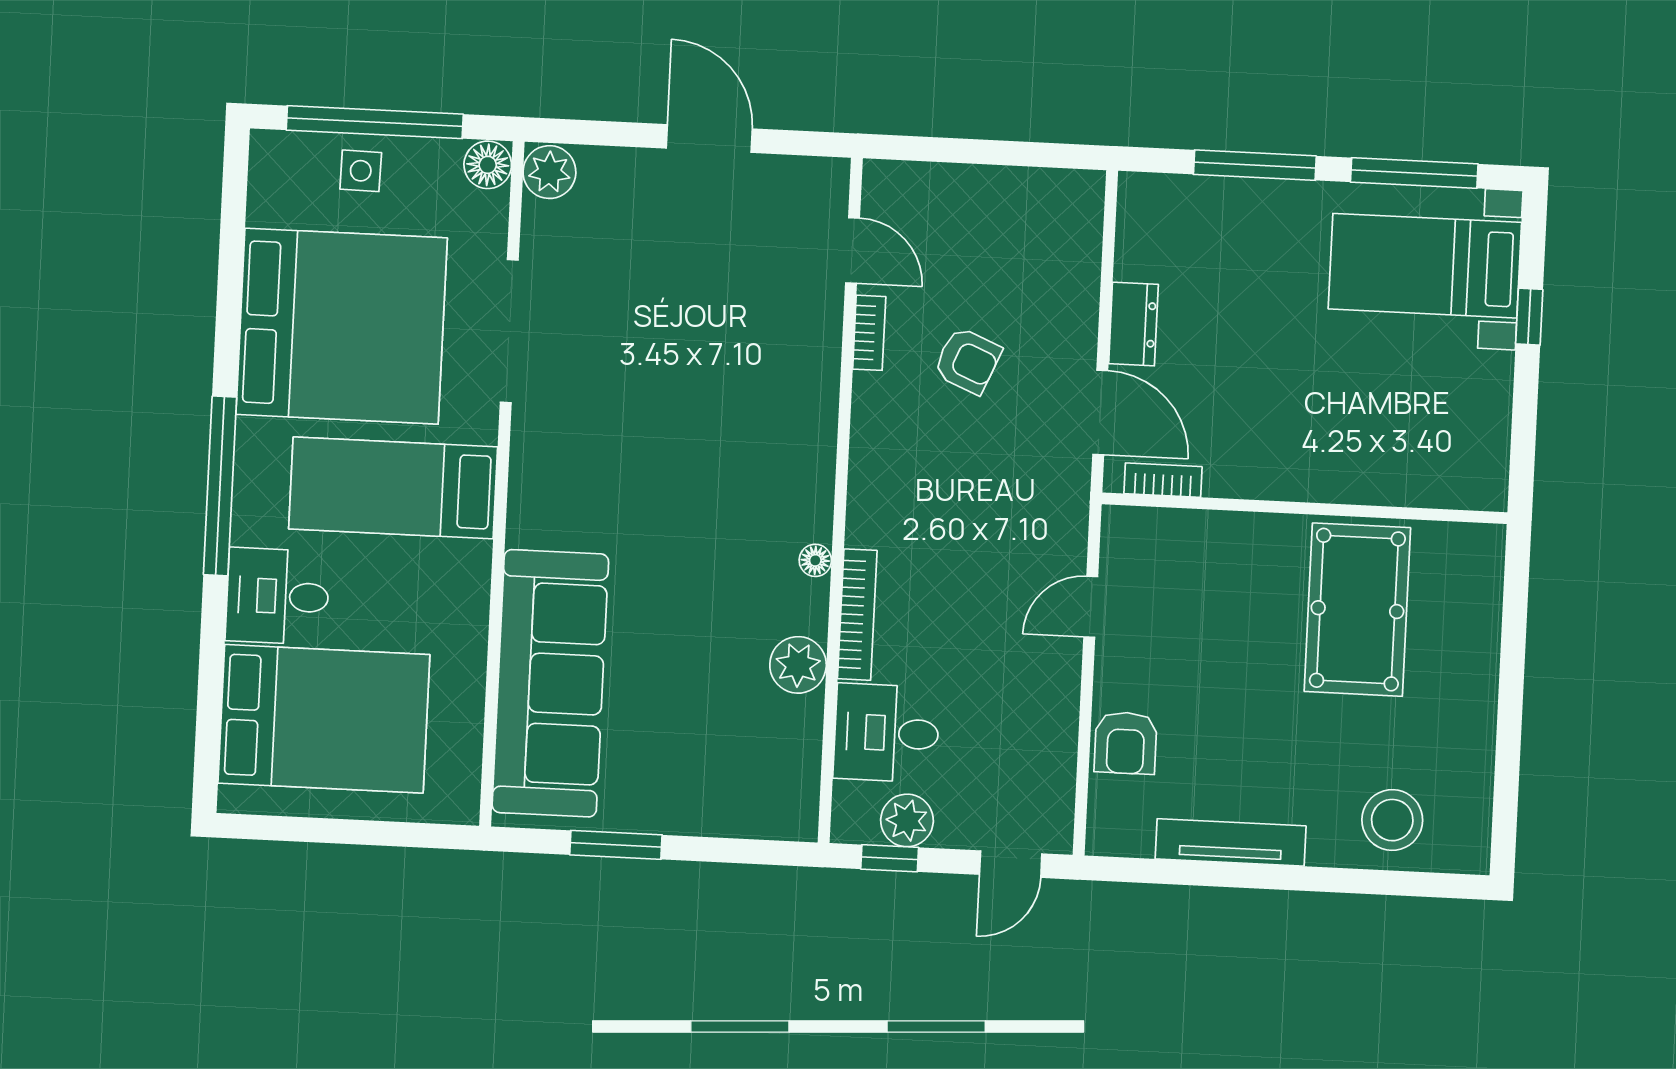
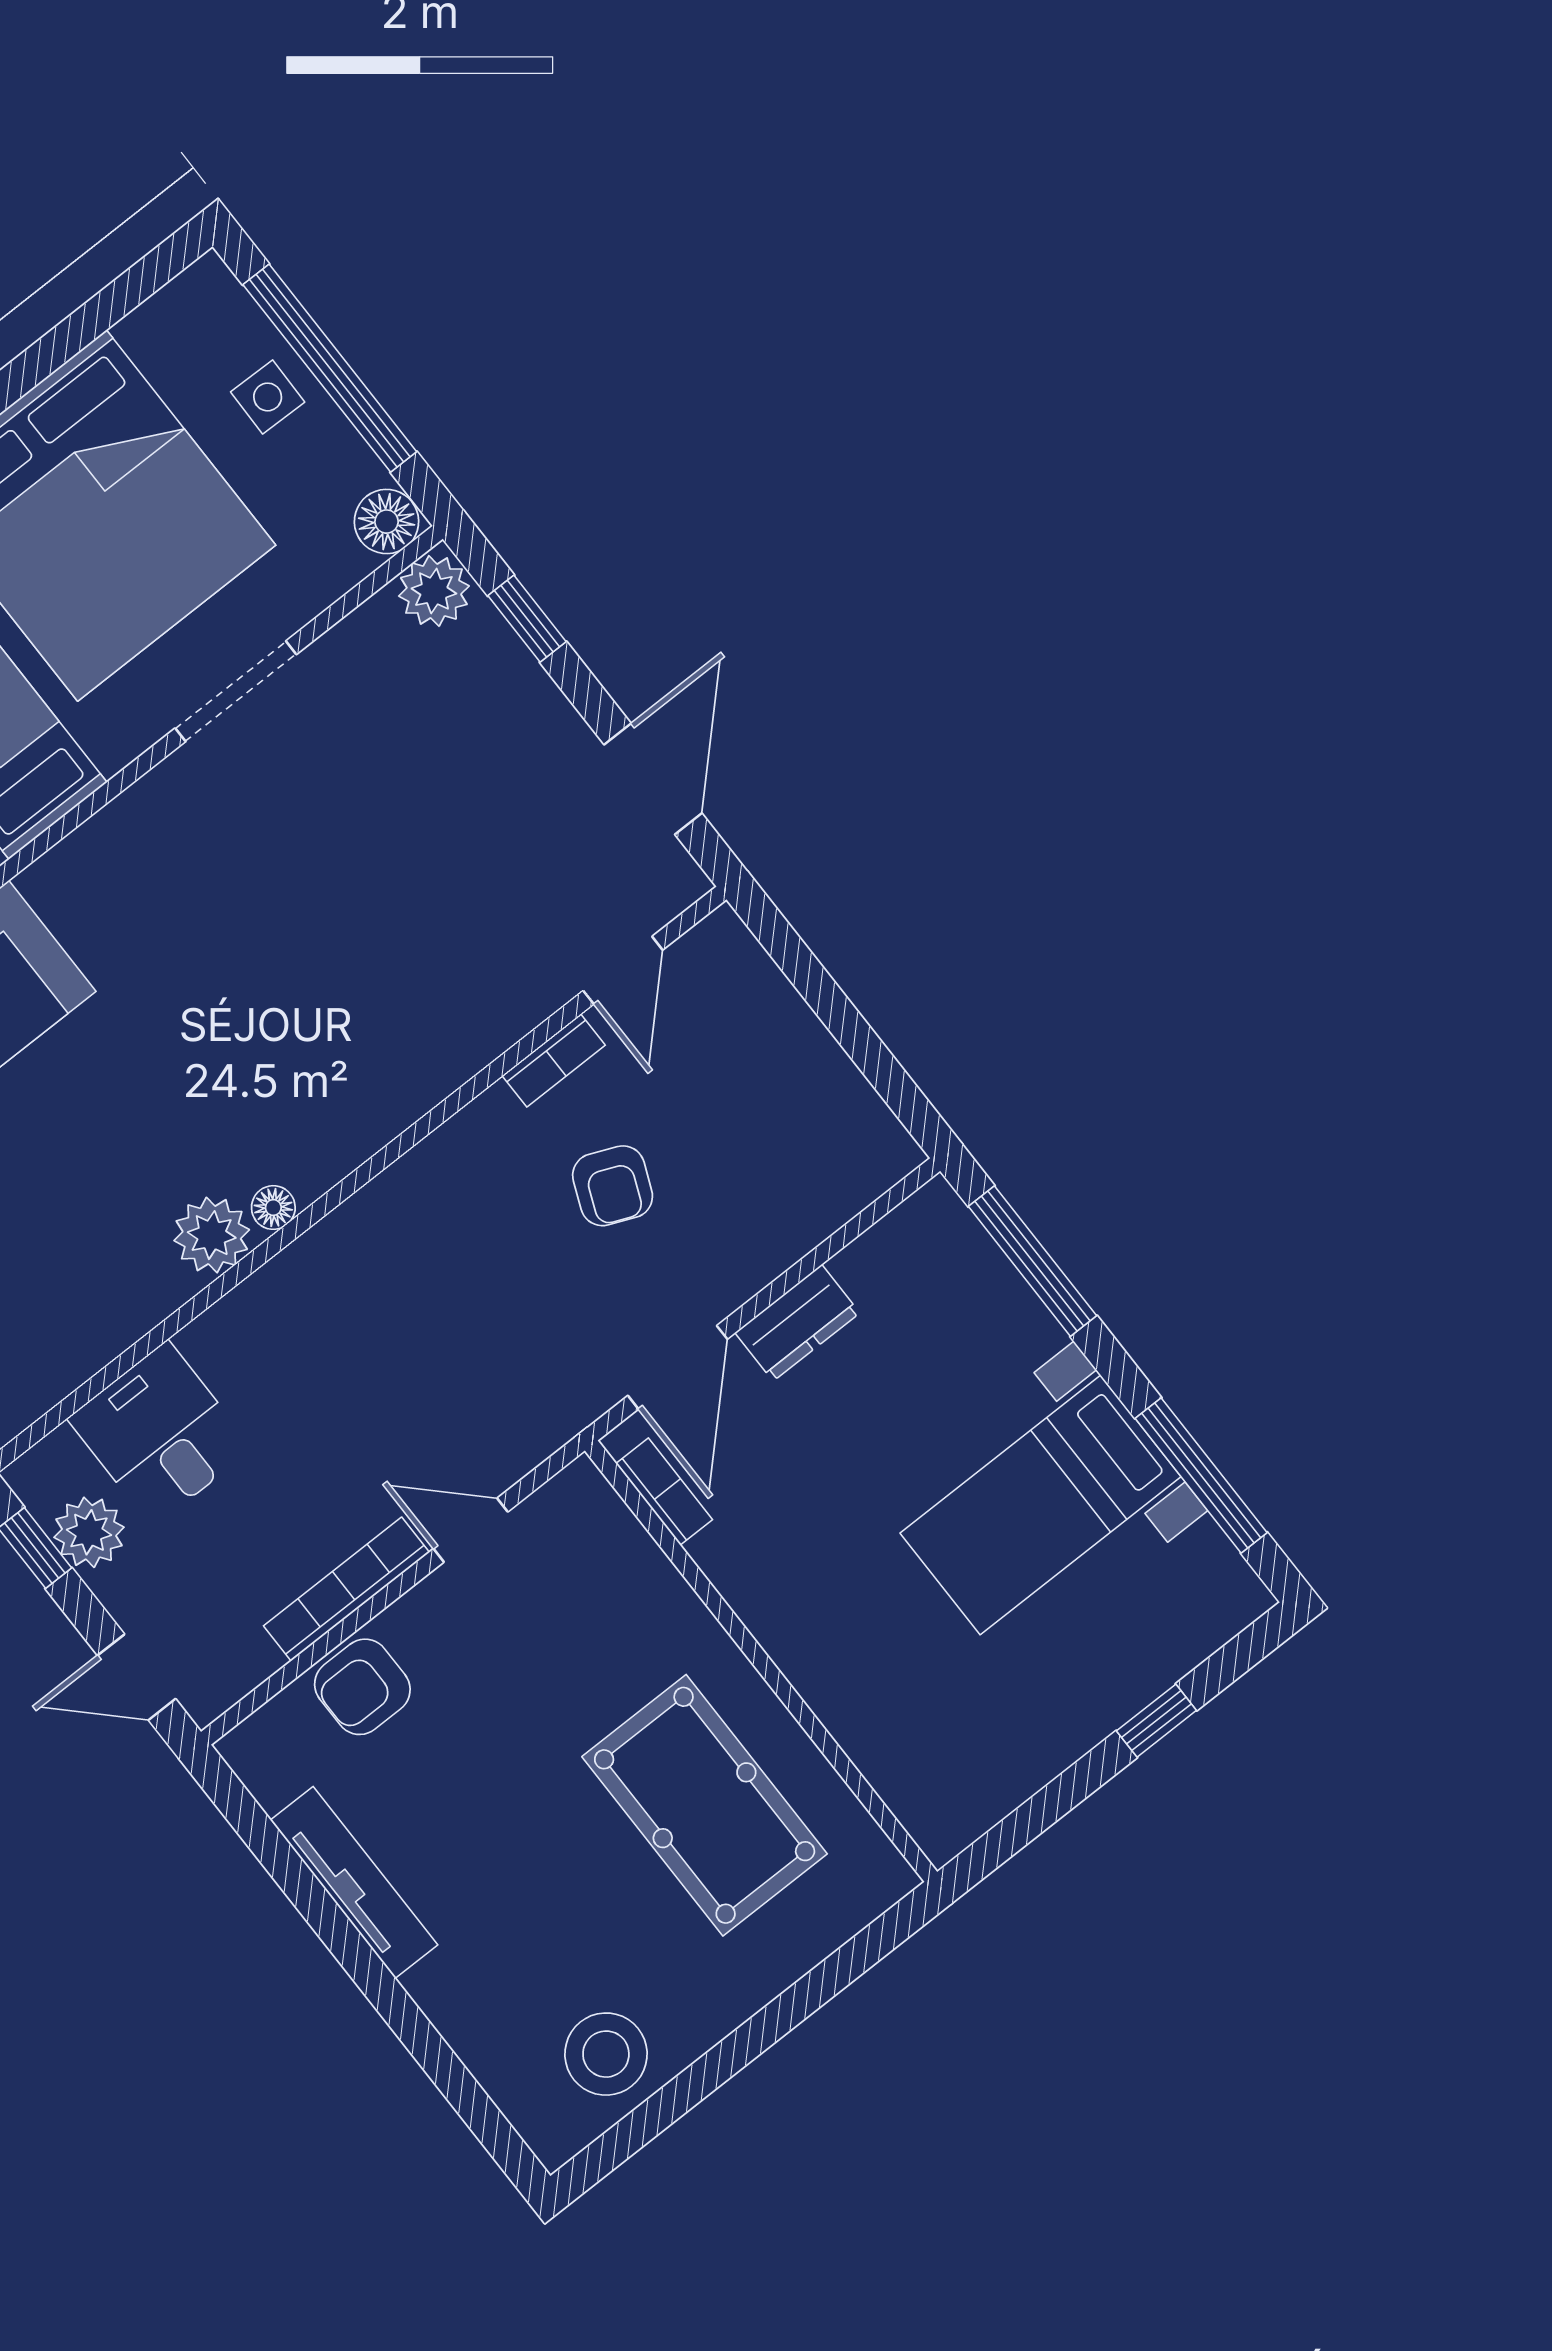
window: (610, 134) -> (527, 619), added
door: (709, 138) -> (653, 779), moved
window: (1255, 165) -> (1032, 1261), moved
bed with nightstands: (1425, 266) -> (1040, 1505), moved, turned -90
doorway: (509, 331) -> (236, 691), width x0.73
pool table: (1357, 610) -> (705, 1805), turned 90
bookcase: (857, 615) -> (346, 1589), moved, turned 180
plant: (798, 665) -> (212, 1235), moved
stool: (1392, 820) -> (606, 2054), moved

